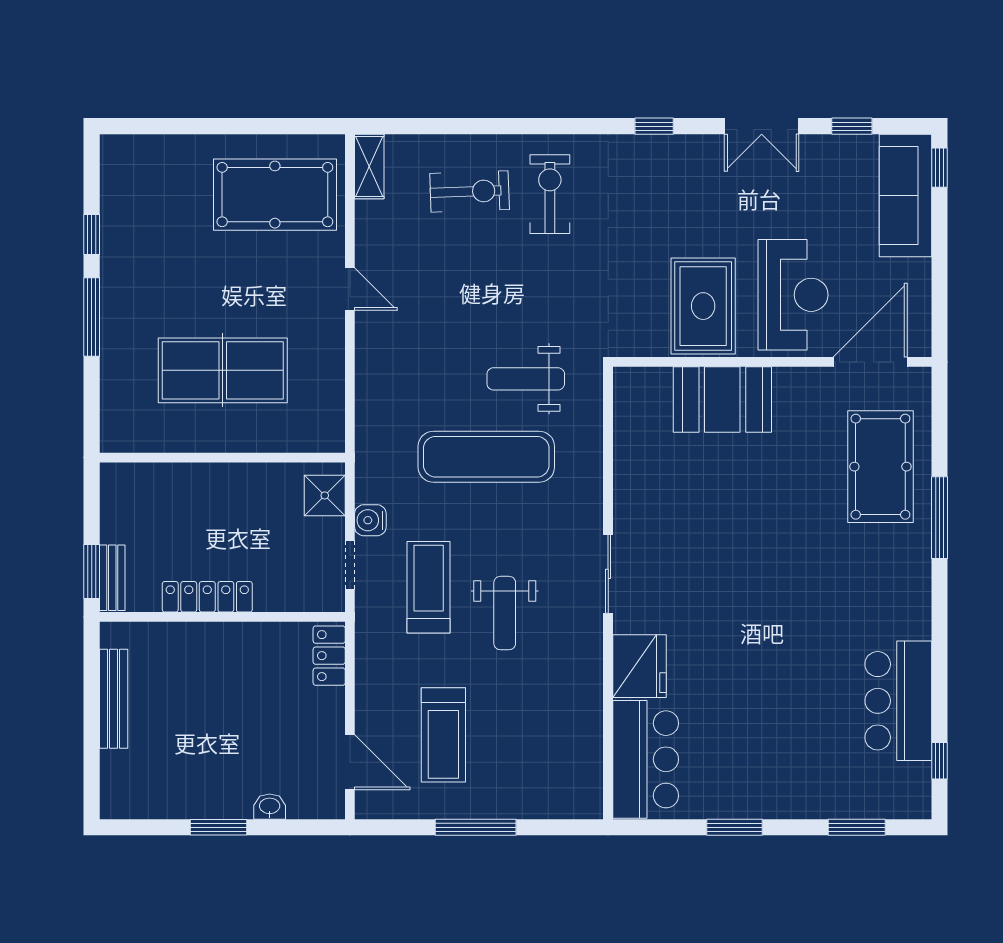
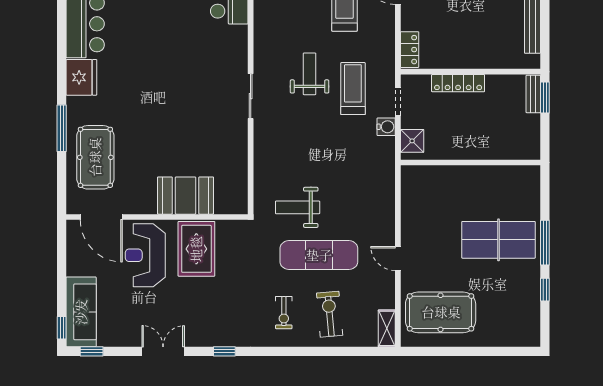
window: (852, 126) -> (92, 351), moved
exercise bike: (470, 191) -> (330, 314), turned 87
exercise bike: (550, 194) -> (284, 313), width x0.73, depth x0.72
door: (870, 362) -> (101, 217), hinge flipped
table tennis table: (223, 370) -> (498, 240), moved
weight bench: (526, 379) -> (298, 207), turned 180
exercise mat: (486, 457) -> (319, 255), moved
treadmill: (429, 587) -> (353, 89), turned 180
locker: (207, 597) -> (458, 83), moved
fridge: (640, 666) -> (81, 77), moved, turned 180

